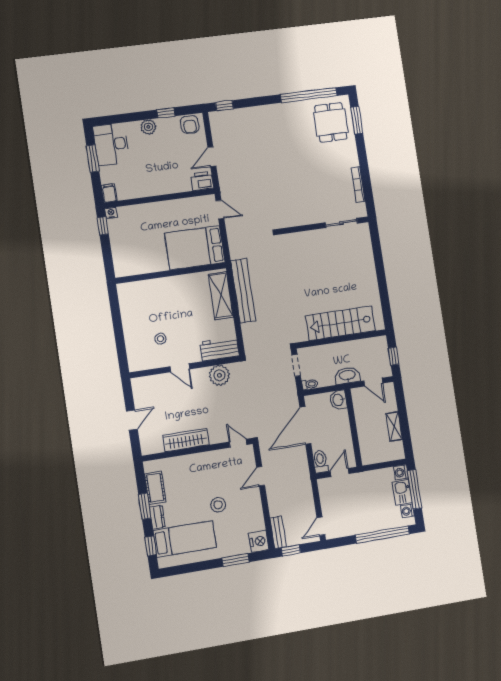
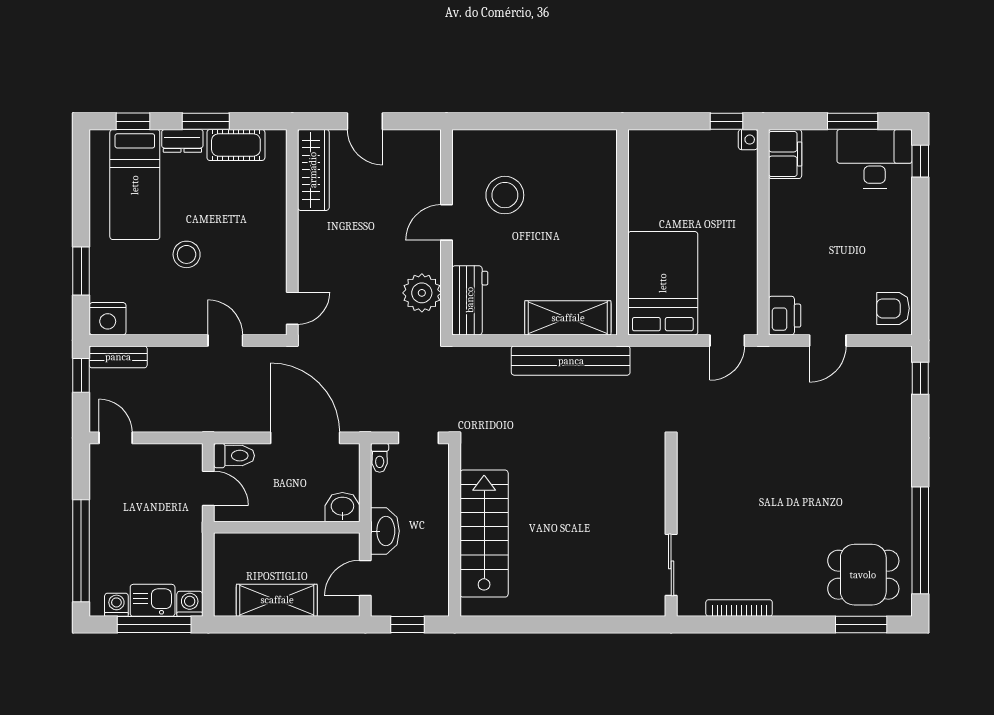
window: (166, 113) -> (920, 161), moved
plant: (148, 127) -> (898, 231), removed
door: (212, 157) -> (828, 340), swing flipped
filing cabinet: (109, 193) -> (785, 154), width x2.00
stool: (160, 339) -> (505, 195), width x1.89, depth x1.89
shelving: (394, 426) -> (277, 600), width x1.50, depth x1.33
wardrobe: (186, 440) -> (313, 170), moved

